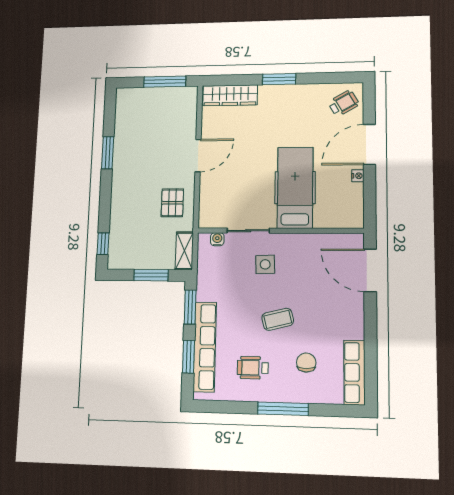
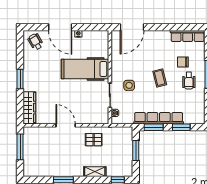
shelving: (184, 251) -> (95, 172), moved
row of seats: (205, 347) -> (159, 118), moved
wheelchair: (253, 368) -> (189, 81), moved

